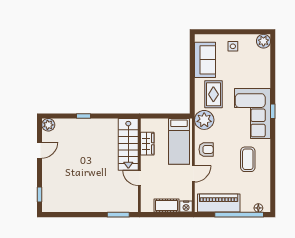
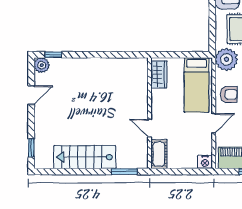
window: (84, 116) -> (53, 55), moved
stairs: (128, 144) -> (85, 157), moved, turned 90
wardrobe: (147, 144) -> (159, 74), moved
cot: (167, 205) -> (159, 154), moved, turned 90

